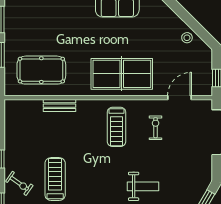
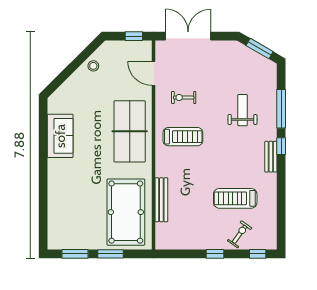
pool table: (41, 70) -> (126, 212), width x1.36, depth x1.32
bench: (59, 106) -> (161, 200), width x1.36

